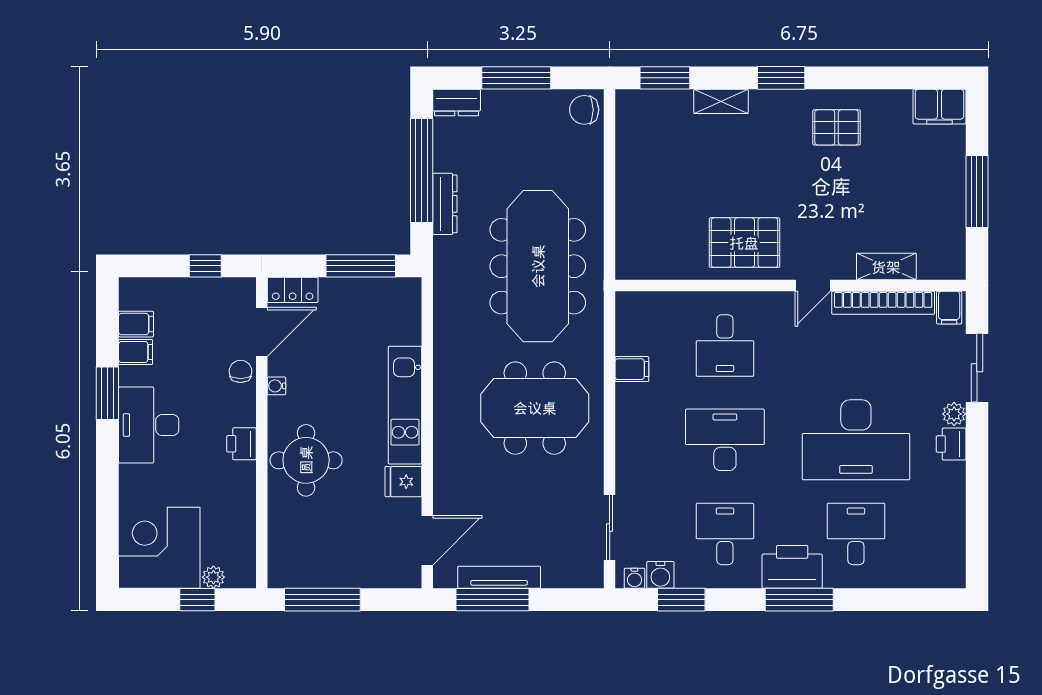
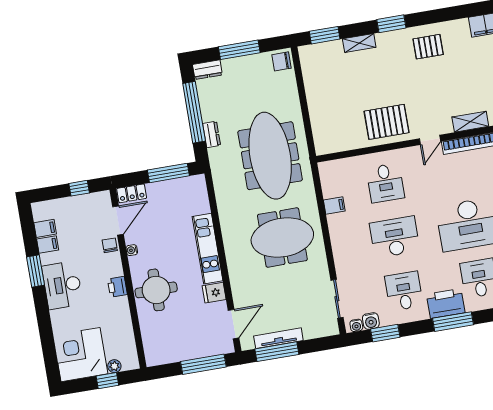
dresser: (445, 204) -> (212, 134), width x0.70
window: (322, 600) -> (203, 364), moved

